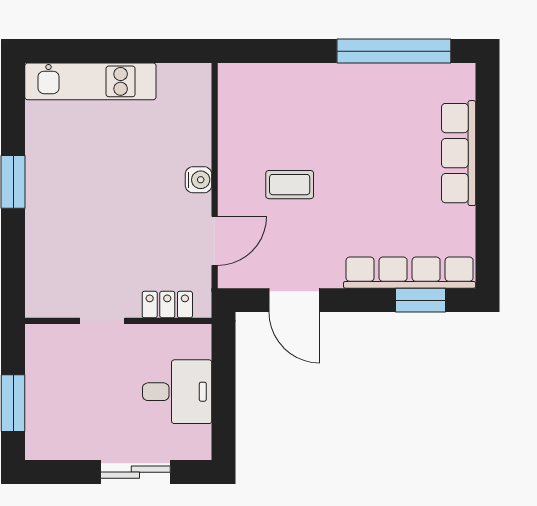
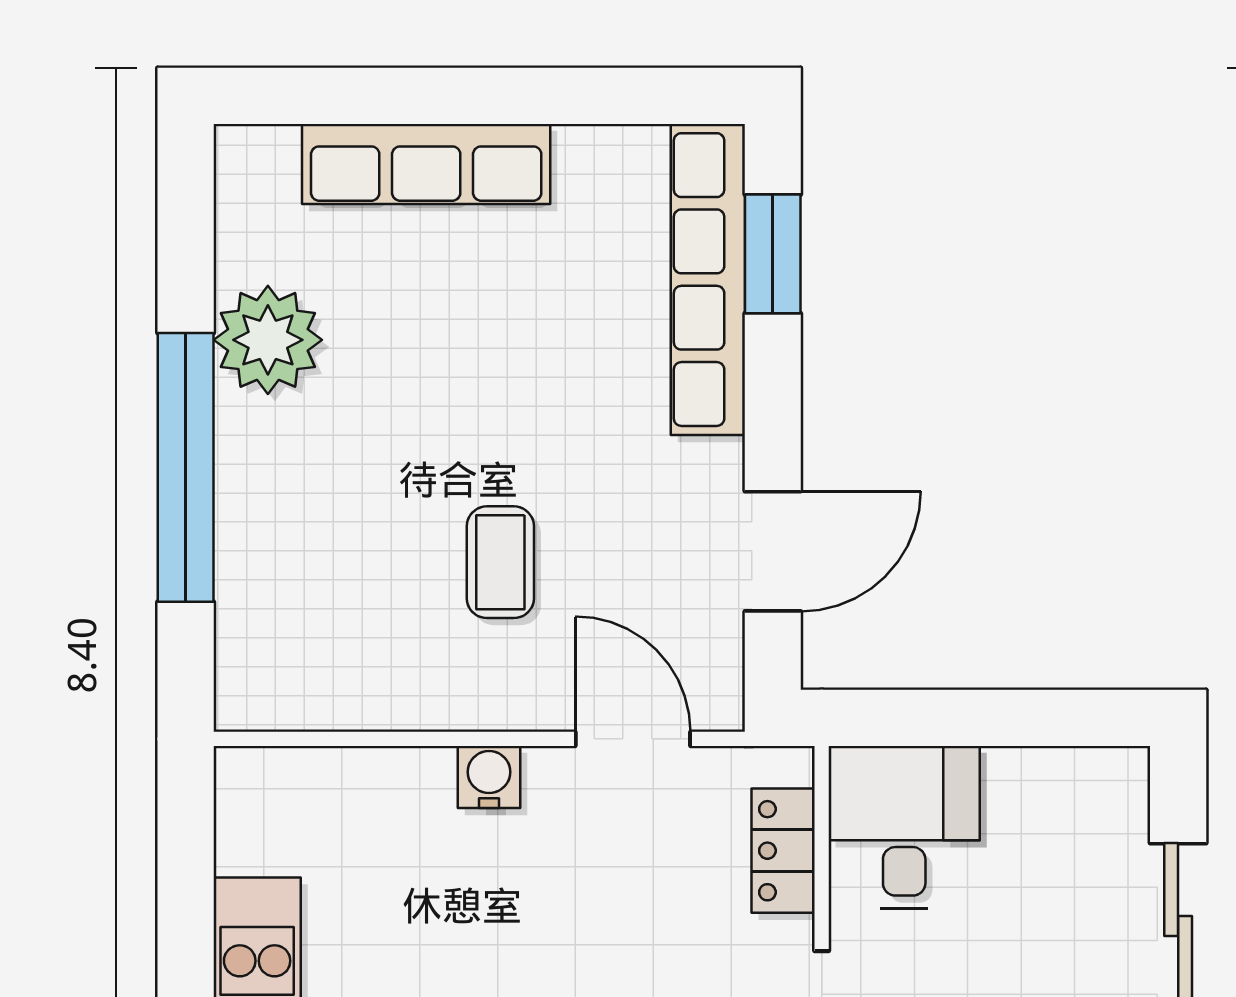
window: (394, 51) -> (186, 467), moved
plant: (384, 86) -> (268, 340), added
desk: (177, 392) -> (904, 827), moved

